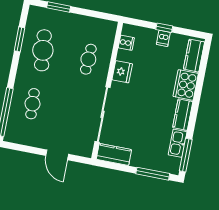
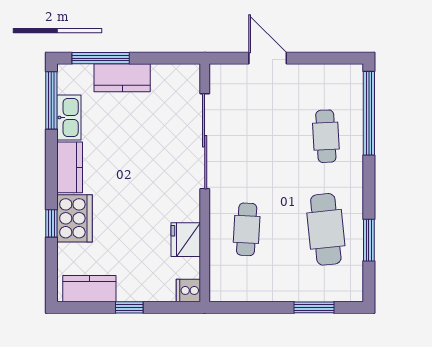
dishwasher: (163, 38) -> (127, 289), removed
cooker: (126, 43) -> (188, 290), moved
kitchen counter: (194, 56) -> (89, 289), moved, turned -90
fridge: (122, 72) -> (186, 240), moved
window: (199, 85) -> (51, 223), added
kitchen counter: (114, 154) -> (122, 78), moved

